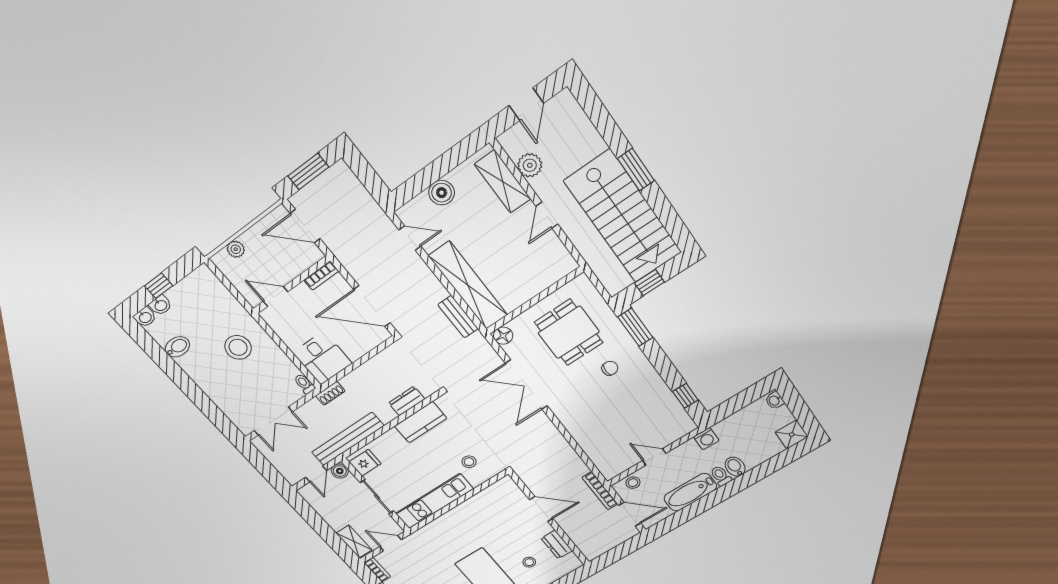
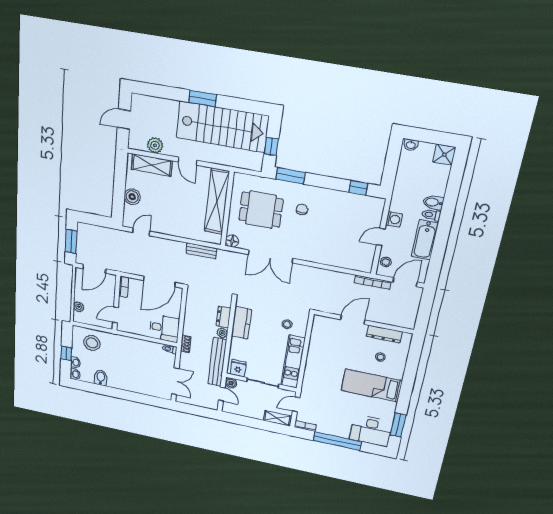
door: (526, 104) -> (124, 119), swing flipped
shelving: (468, 286) -> (217, 201), moved, turned 90
stool: (238, 347) -> (92, 343), moved
plant: (387, 415) -> (222, 333), added
washing machine: (706, 439) -> (394, 219), moved
dresser: (557, 544) -> (384, 334), width x1.44

